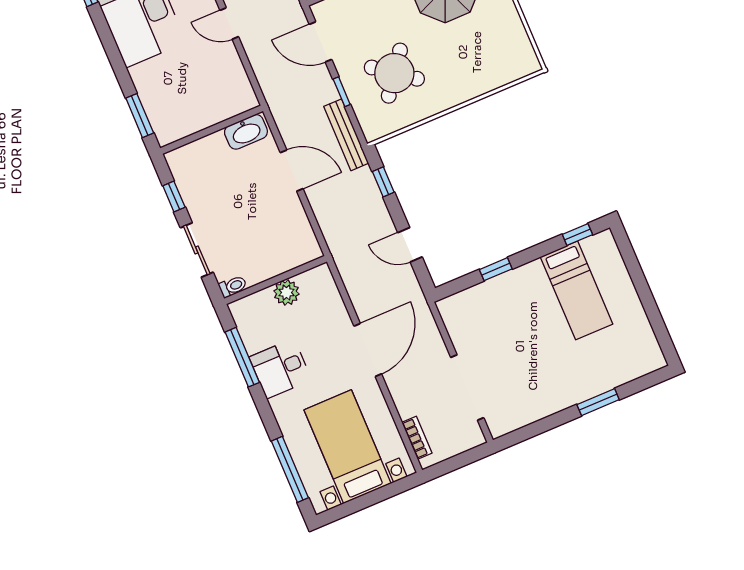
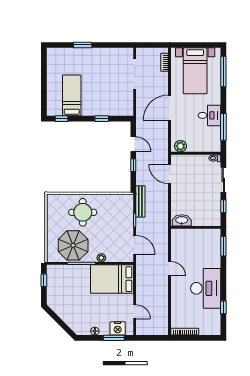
round table: (394, 73) -> (83, 212), moved, turned -37
door: (292, 171) -> (170, 174), moved
window: (383, 182) -> (133, 165), moved
plant: (286, 292) -> (180, 146), moved

